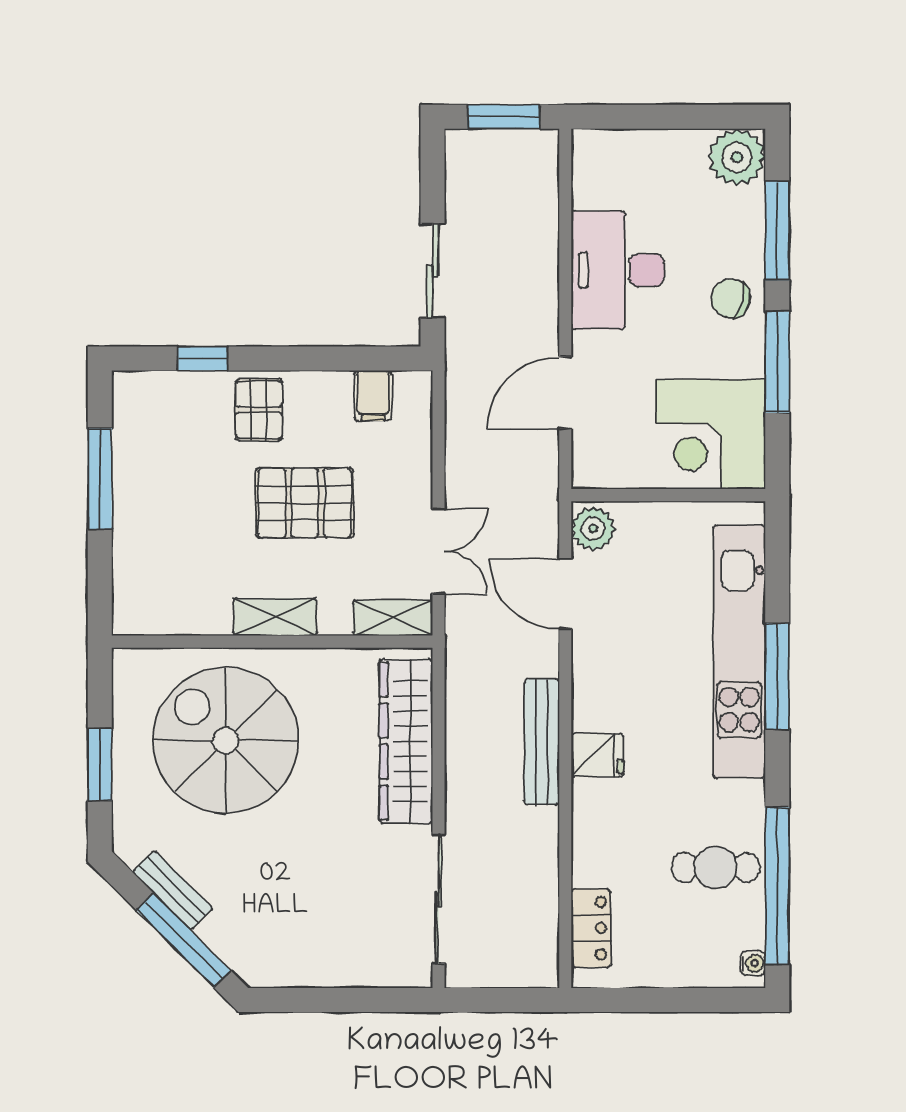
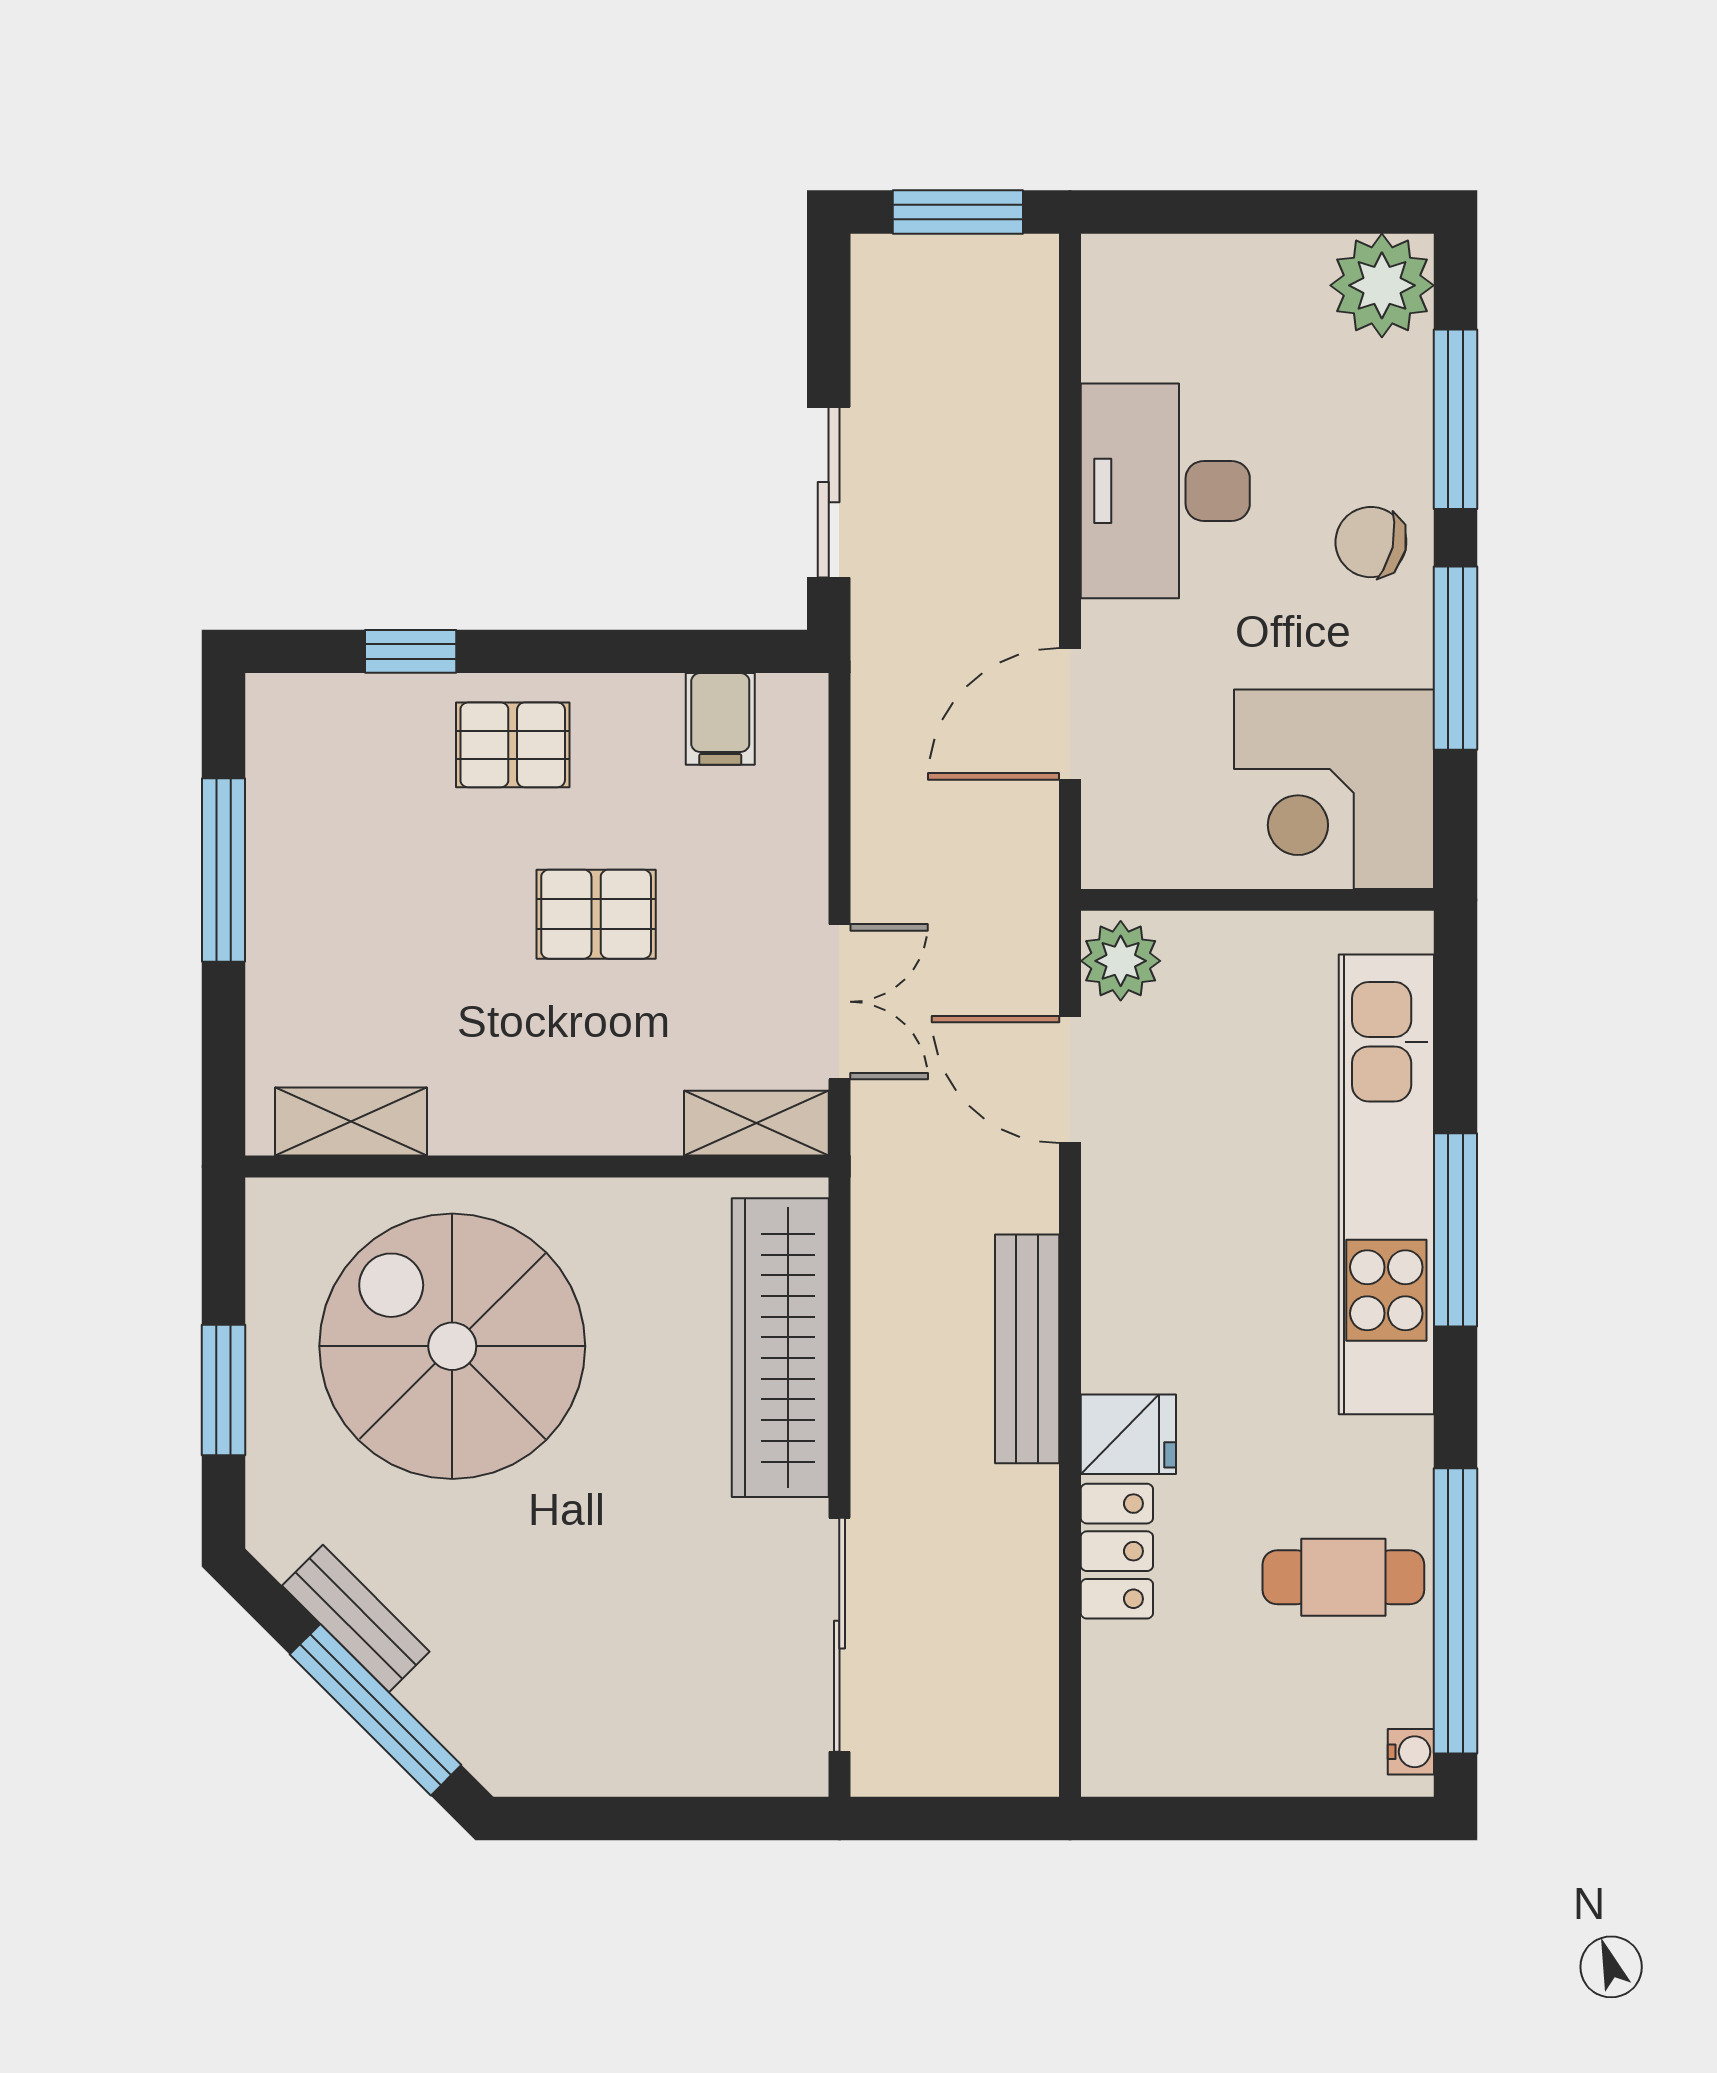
pallet: (259, 410) -> (513, 745), turned 90
pallet: (305, 503) -> (596, 914), width x0.67, depth x0.71
shelving: (275, 617) -> (351, 1122), moved
fridge: (597, 755) -> (1128, 1434), moved
locker: (591, 928) -> (1117, 1551), moved

